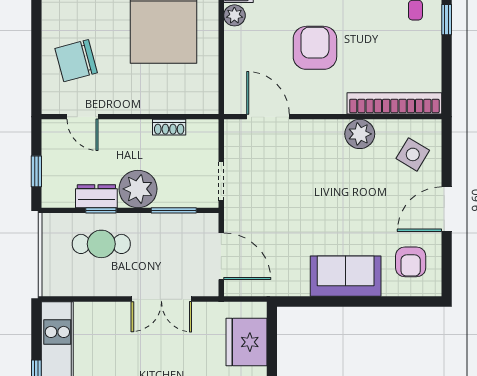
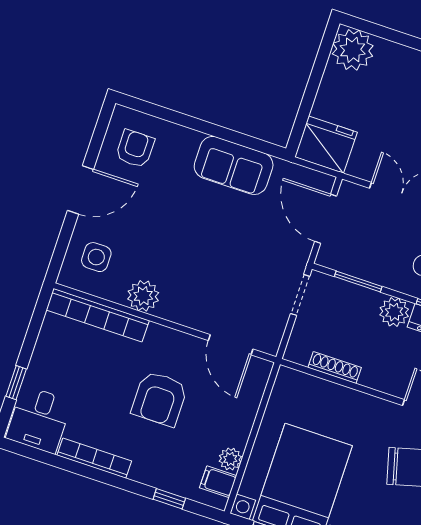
shoe rack: (169, 127) -> (335, 368), width x1.43
side table: (413, 154) -> (96, 257), turned -31
plant: (138, 189) -> (394, 312), width x0.73, depth x0.73
sofa: (346, 276) -> (234, 165), moved
fridge: (247, 342) -> (326, 145), moved, turned -90

